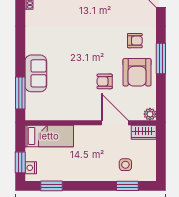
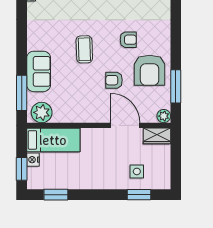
armchair: (135, 41) -> (128, 40), moved
coffee table: (77, 53) -> (84, 49), added
window: (161, 59) -> (176, 86), moved
plant: (38, 111) -> (42, 112), added
nightstand: (31, 168) -> (33, 160), moved

